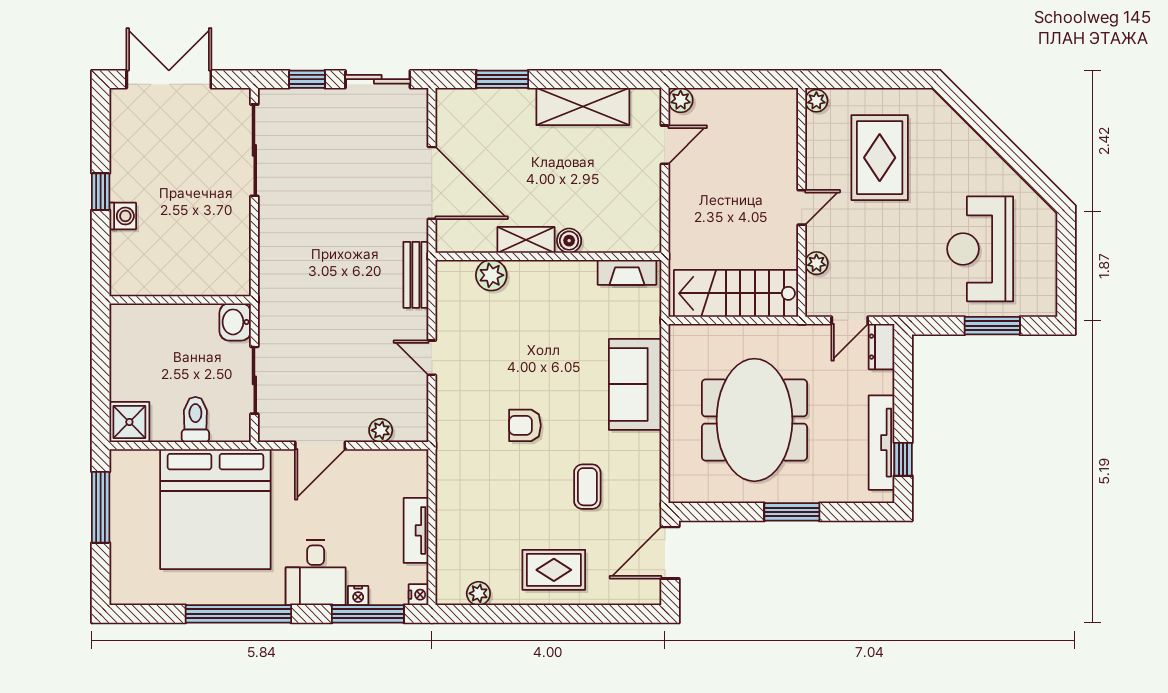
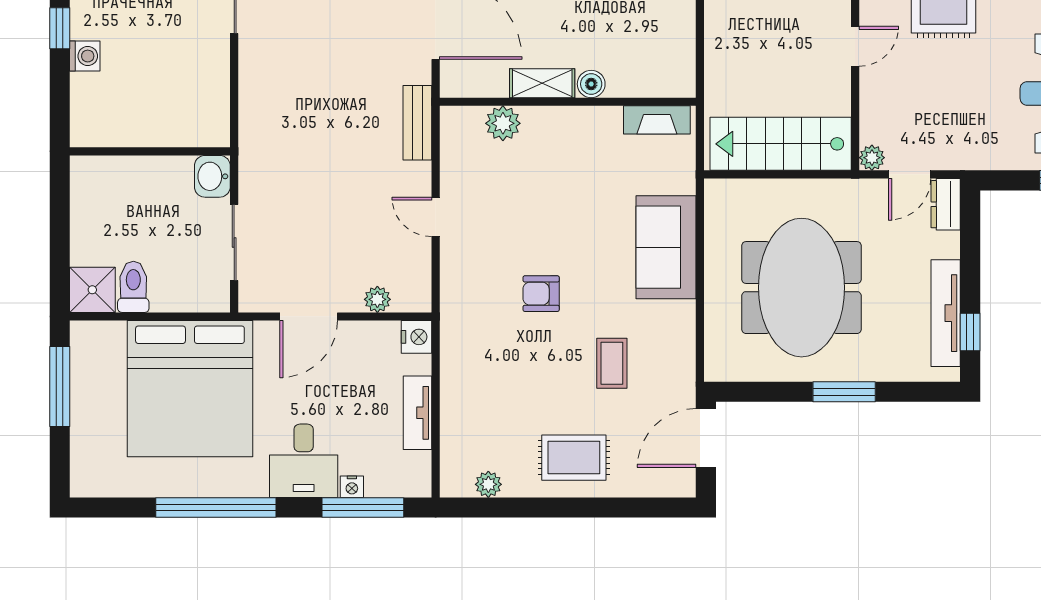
plant: (816, 263) -> (872, 158), moved
toilet: (195, 419) -> (133, 287), moved
nightstand: (419, 595) -> (417, 337), moved, width x1.39, depth x1.35

